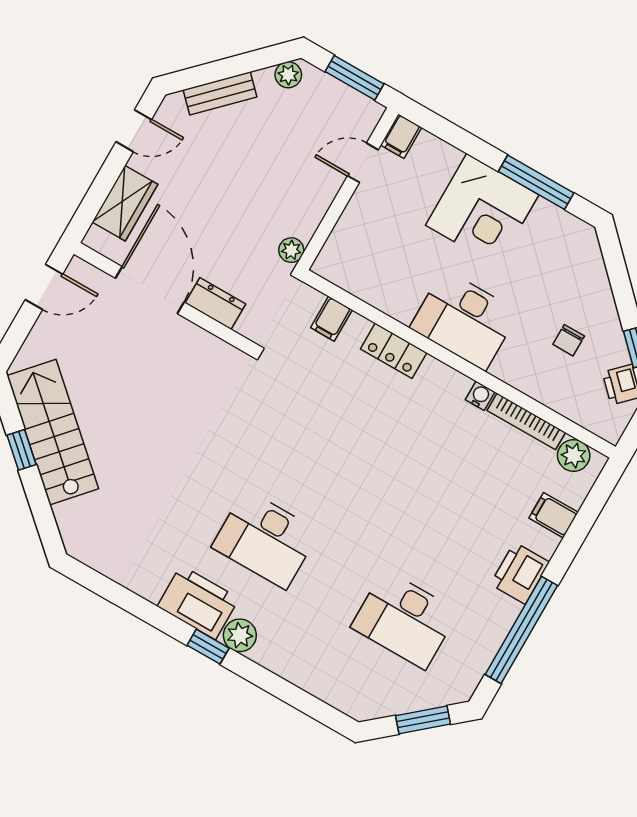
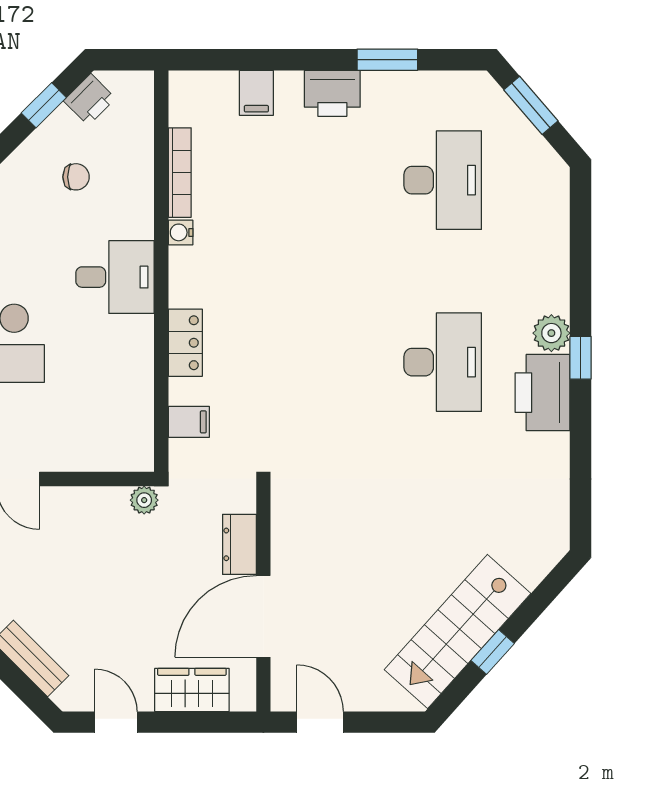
desk: (464, 320) -> (115, 277), width x0.73
plant: (574, 455) -> (186, 107), removed
window: (521, 630) -> (387, 60), width x0.47

